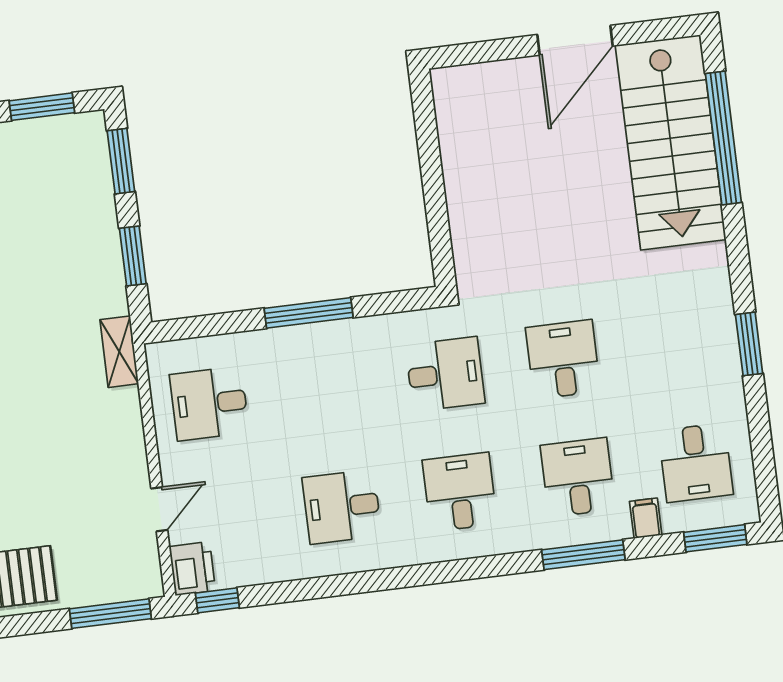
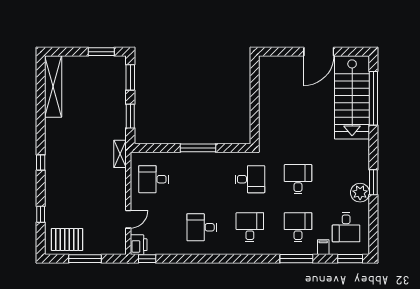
plant: (719, 374) -> (360, 193), added
window: (110, 614) -> (85, 259), moved

